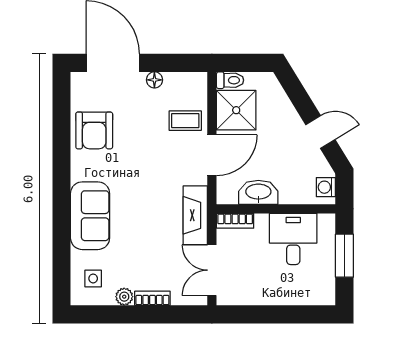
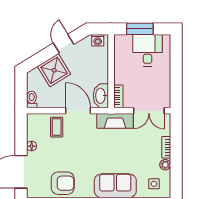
shower: (236, 110) -> (54, 70), moved, turned -31
washbasin: (258, 192) -> (101, 96), moved
desk: (293, 239) -> (148, 50), moved, turned 90

